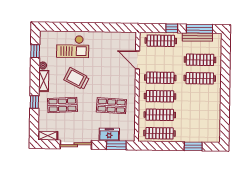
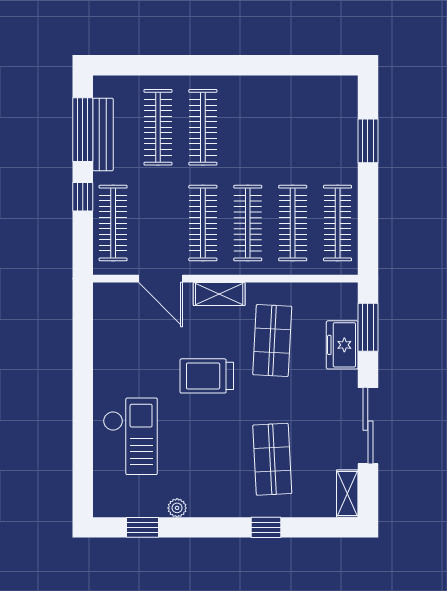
door: (138, 60) -> (161, 279), hinge flipped
trolley: (77, 79) -> (207, 376), moved, turned 63
shelving: (44, 81) -> (219, 294), moved

